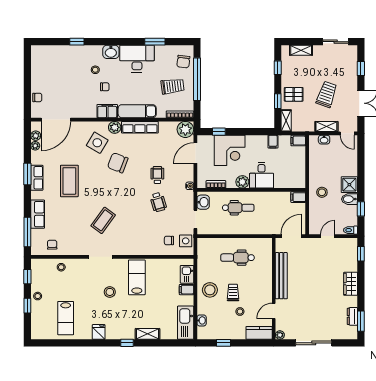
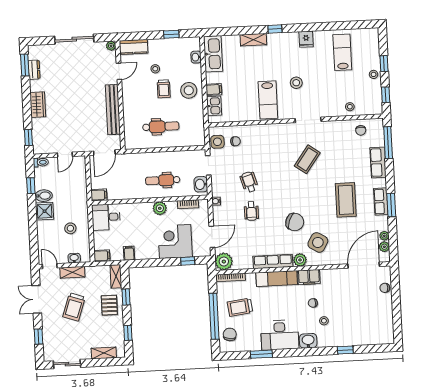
pallet: (294, 94) -> (109, 305), turned 90
desk: (262, 175) -> (106, 217), moved, turned -90
stool: (322, 192) -> (70, 228), moved

